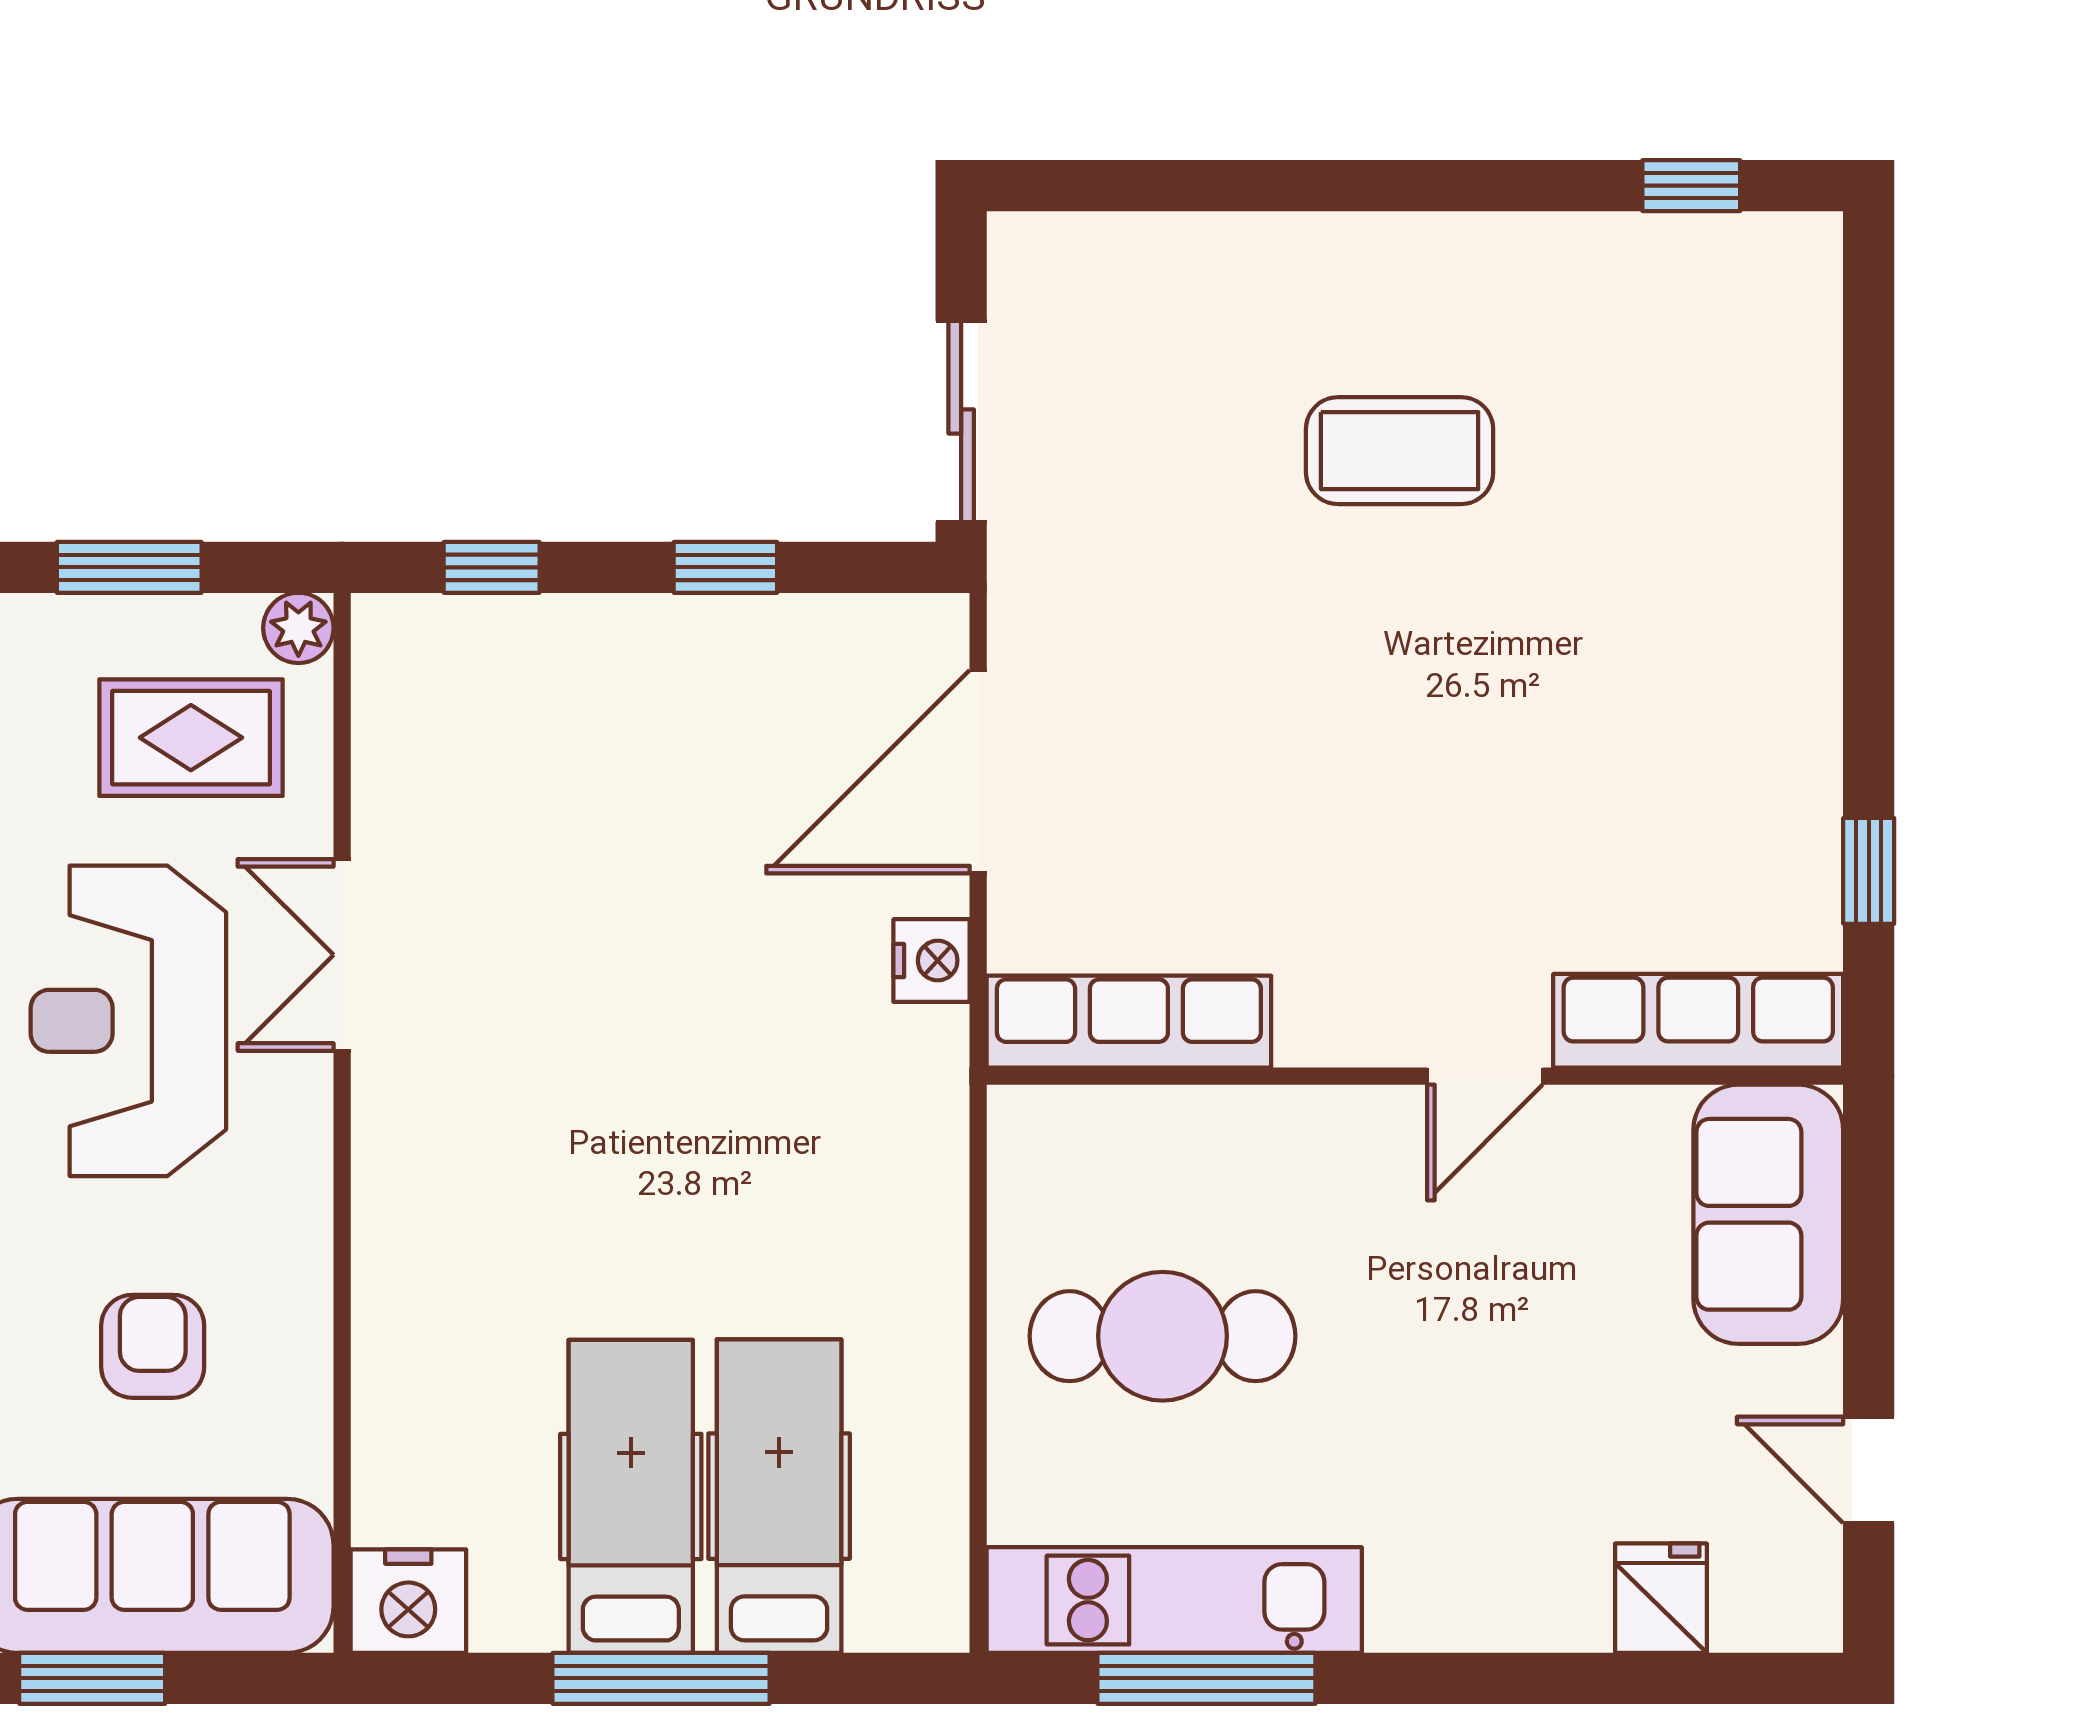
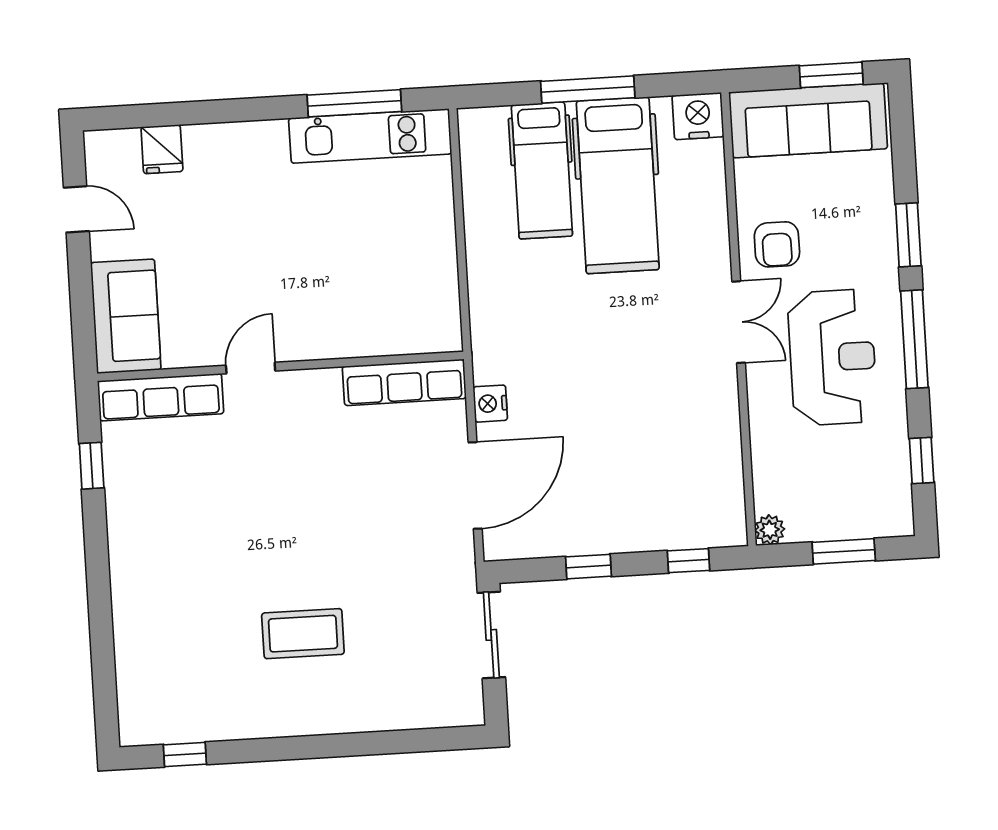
rug: (191, 738) -> (813, 480), removed
double door: (342, 955) -> (739, 322), moved
cafe table: (1163, 1336) -> (382, 249), removed
armchair: (153, 1346) -> (777, 244), moved
hospital bed: (631, 1496) -> (618, 185), width x1.37, depth x1.29

